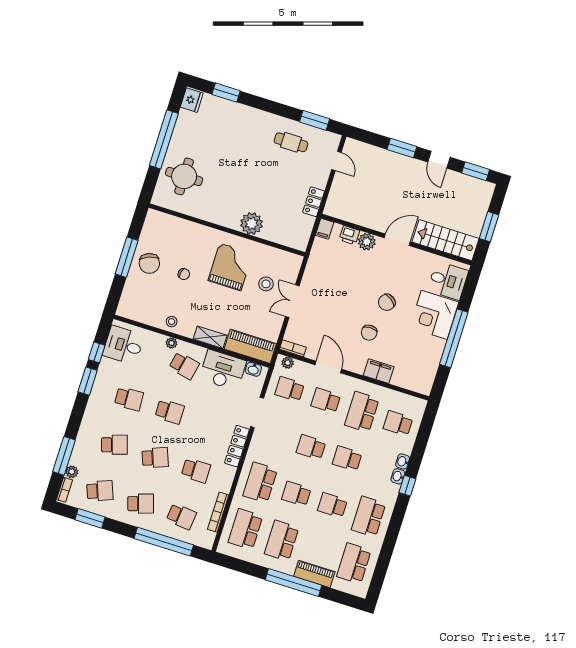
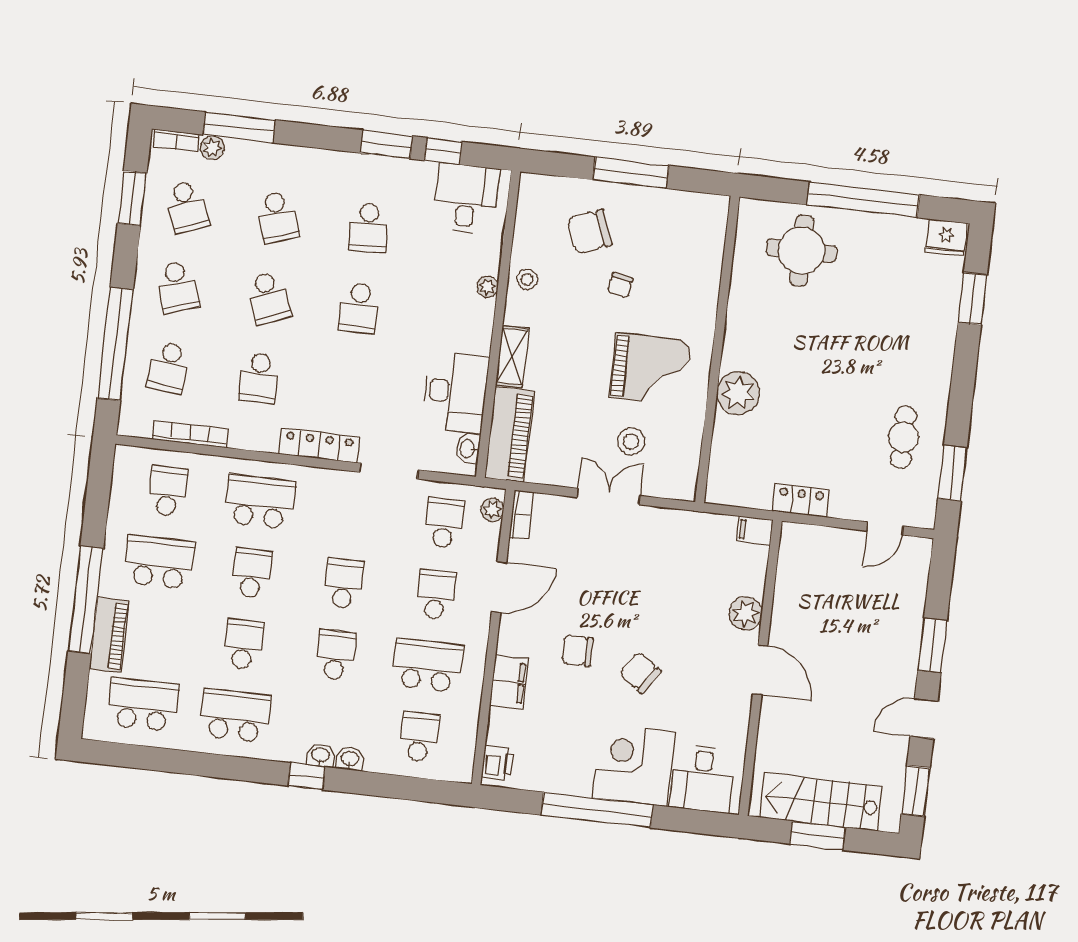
printer: (349, 235) -> (498, 763), moved, turned 180
stairs: (446, 240) -> (821, 802), moved, turned -90
chair: (149, 263) -> (590, 232), moved
school desk: (184, 366) -> (450, 319), removed
school desk: (245, 529) -> (168, 491), width x0.54

